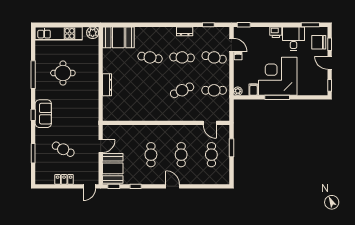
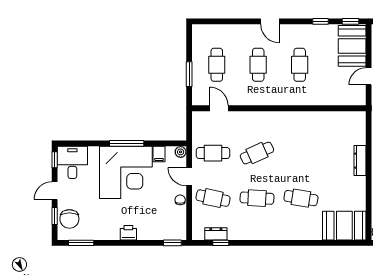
dresser: (185, 31) -> (216, 234), moved
desk: (293, 39) -> (72, 162), moved, turned 180
chair: (319, 42) -> (69, 219), turned 90
door: (231, 45) -> (189, 177), moved
door: (330, 63) -> (55, 191), swing flipped

